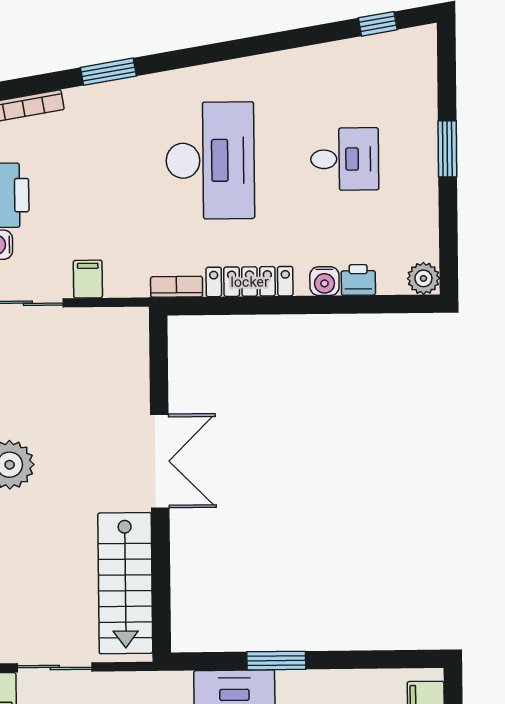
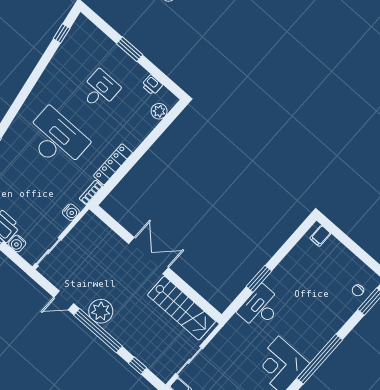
plant: (423, 278) -> (159, 111), moved
filing cabinet: (88, 279) -> (59, 222), removed
printer: (358, 280) -> (152, 85), moved, turned -90
water cooler: (324, 281) -> (71, 212), moved

